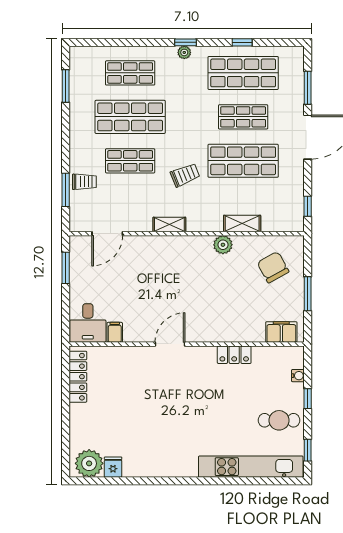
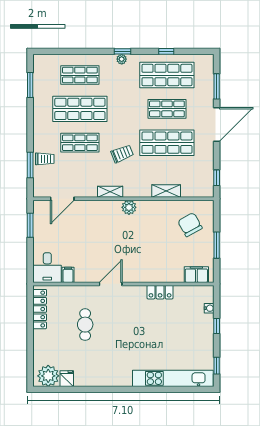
plant: (223, 245) -> (129, 207), moved
cafe table: (279, 420) -> (85, 325), moved, turned 90

